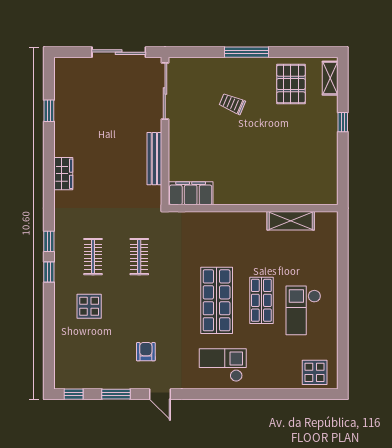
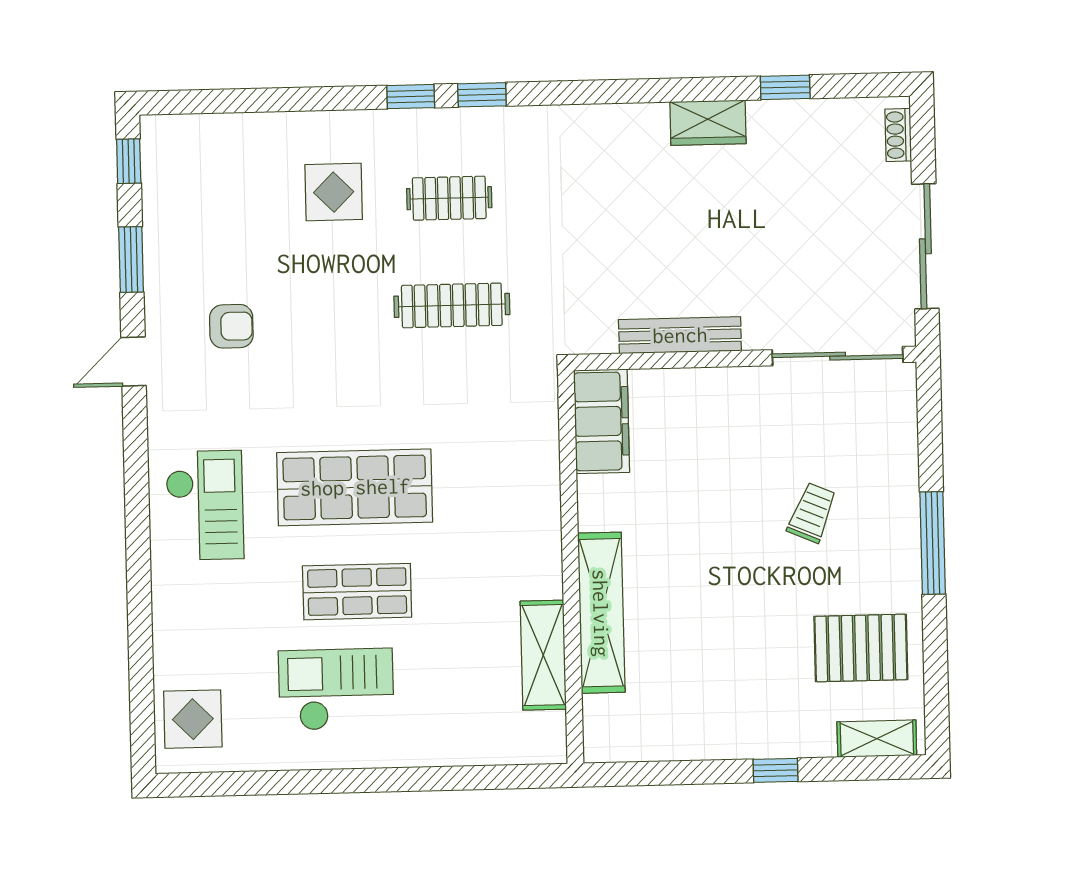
shoe rack: (71, 63) -> (898, 135), added
wardrobe: (63, 174) -> (708, 123), moved
shelving: (273, 195) -> (601, 613), added
clothes rail: (139, 257) -> (452, 305), width x1.36

